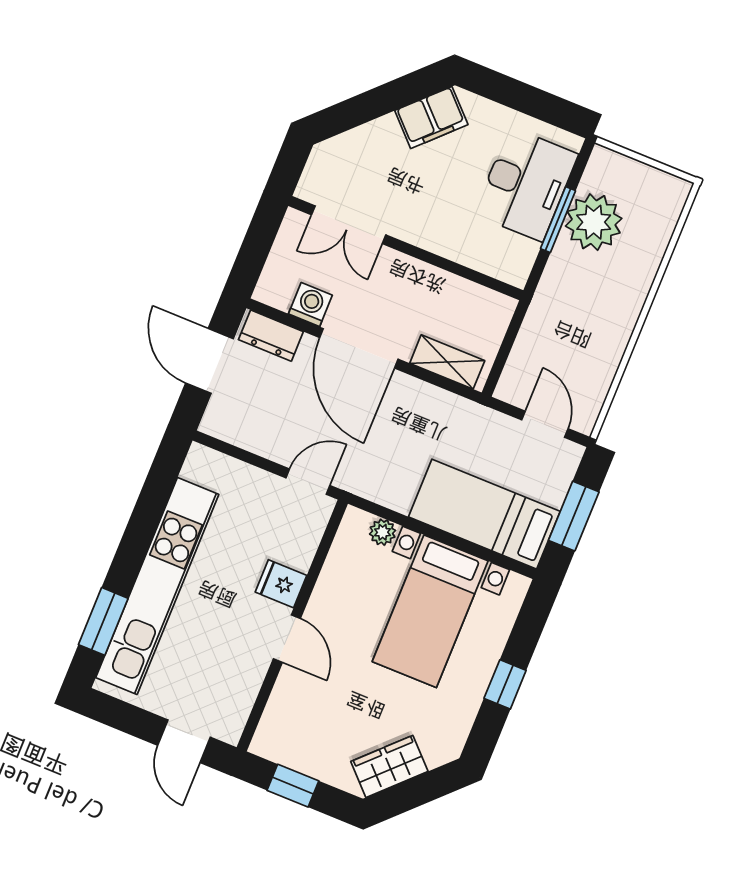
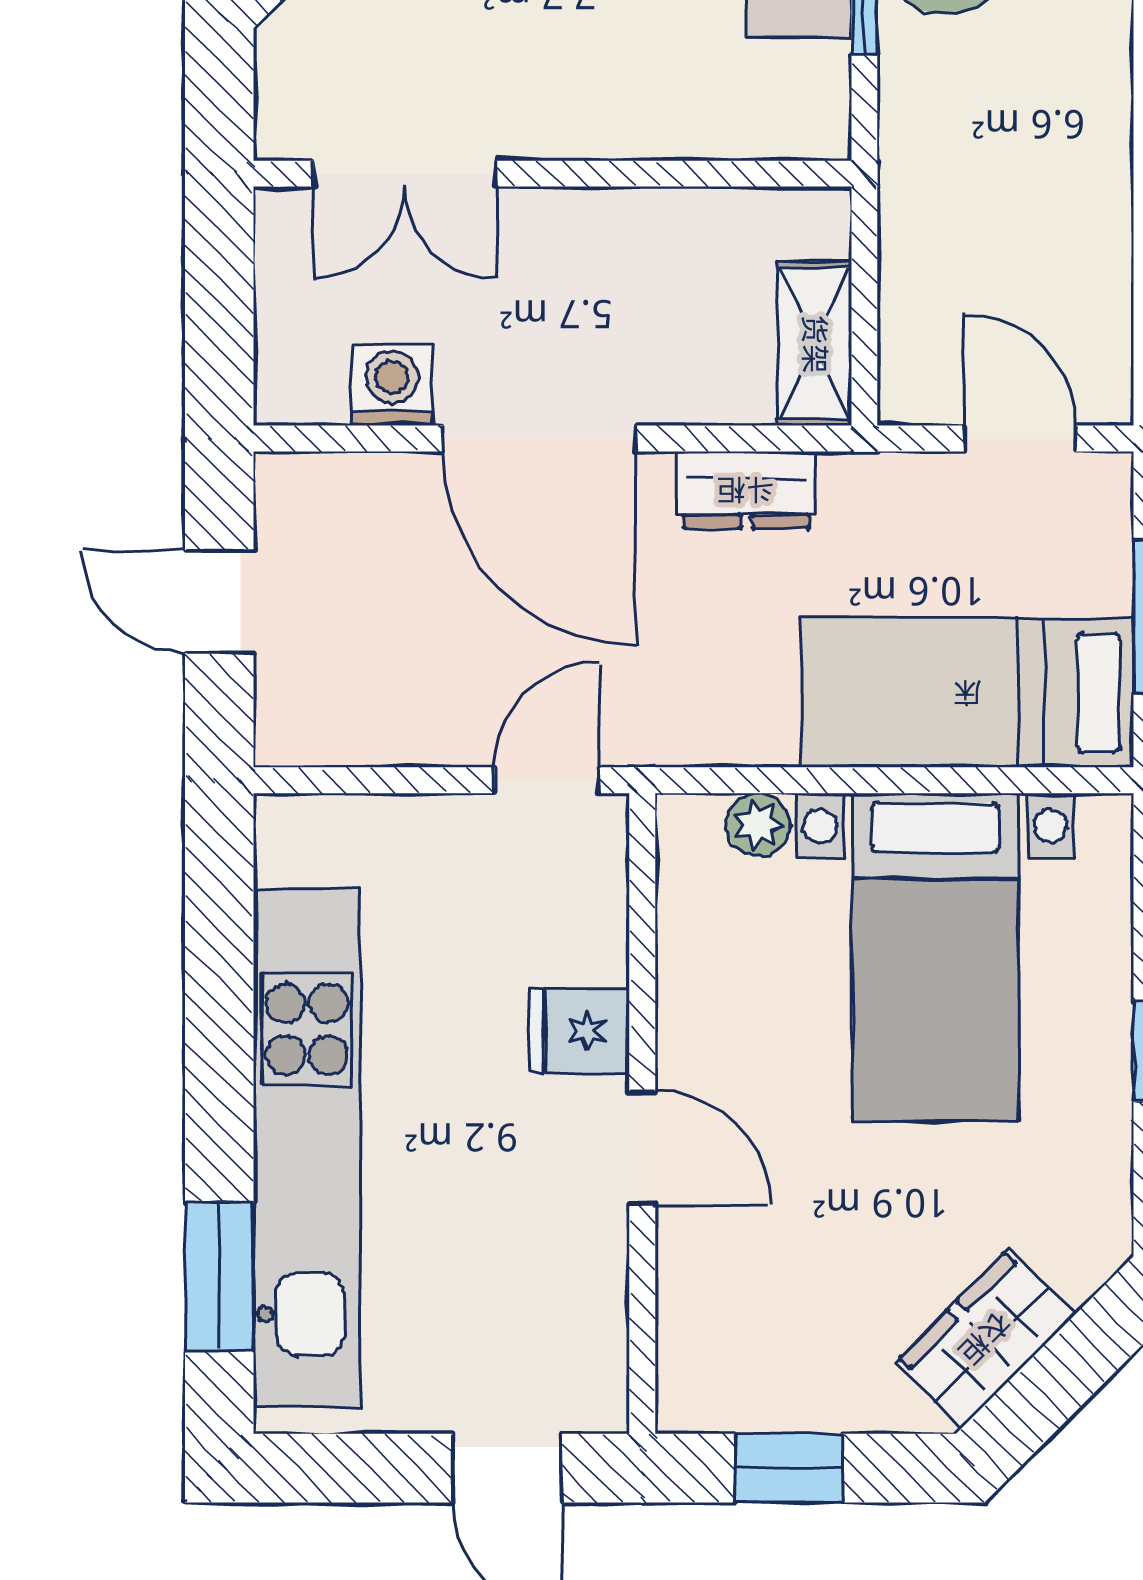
dresser: (271, 336) -> (746, 490), moved
door: (210, 361) -> (219, 602), width x0.73
shelving: (447, 362) -> (815, 344), moved, turned 90

